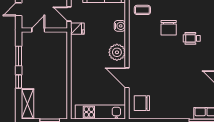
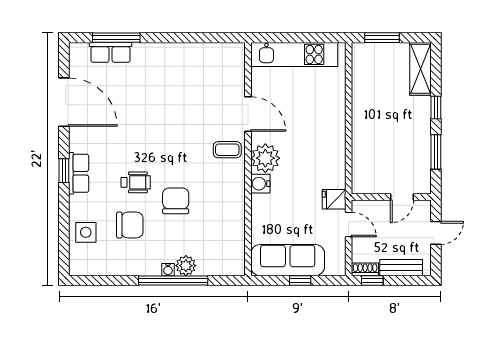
coffee table: (142, 10) -> (227, 150), moved
water cooler: (120, 26) -> (260, 184), moved
chair: (142, 103) -> (130, 225), moved

